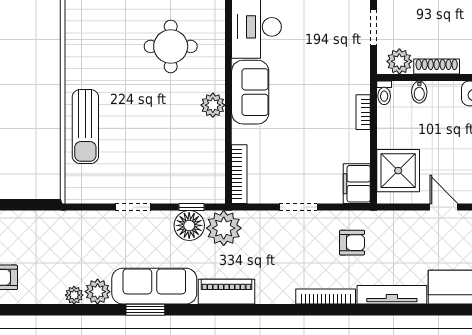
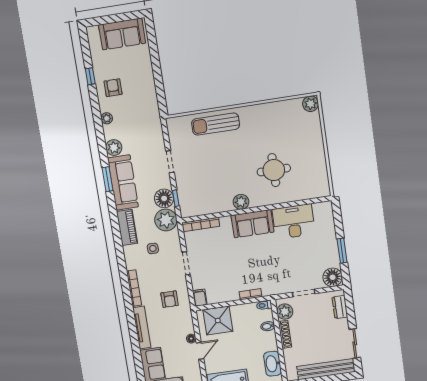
filing cabinet: (357, 184) -> (200, 298), width x0.50
floor lamp: (422, 218) -> (191, 339), added
side table: (266, 256) -> (153, 248), added
plant: (74, 295) -> (107, 118), moved

